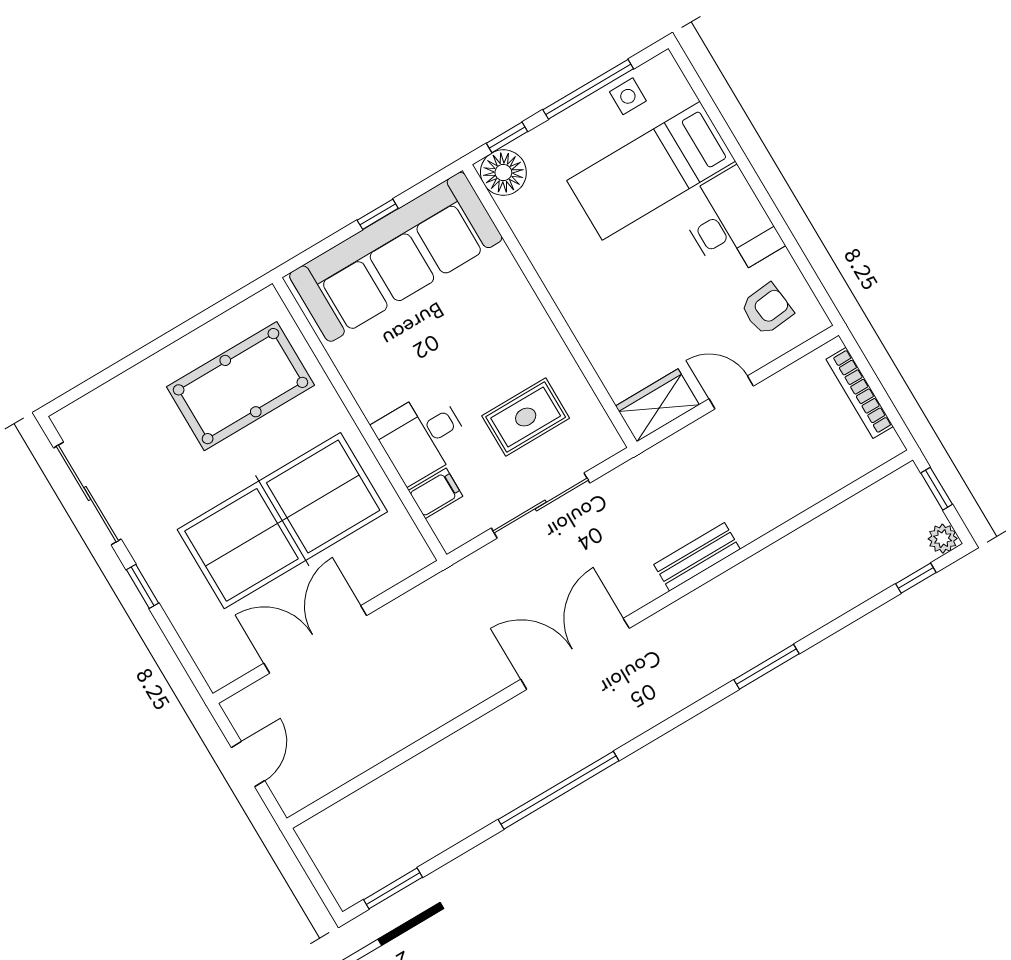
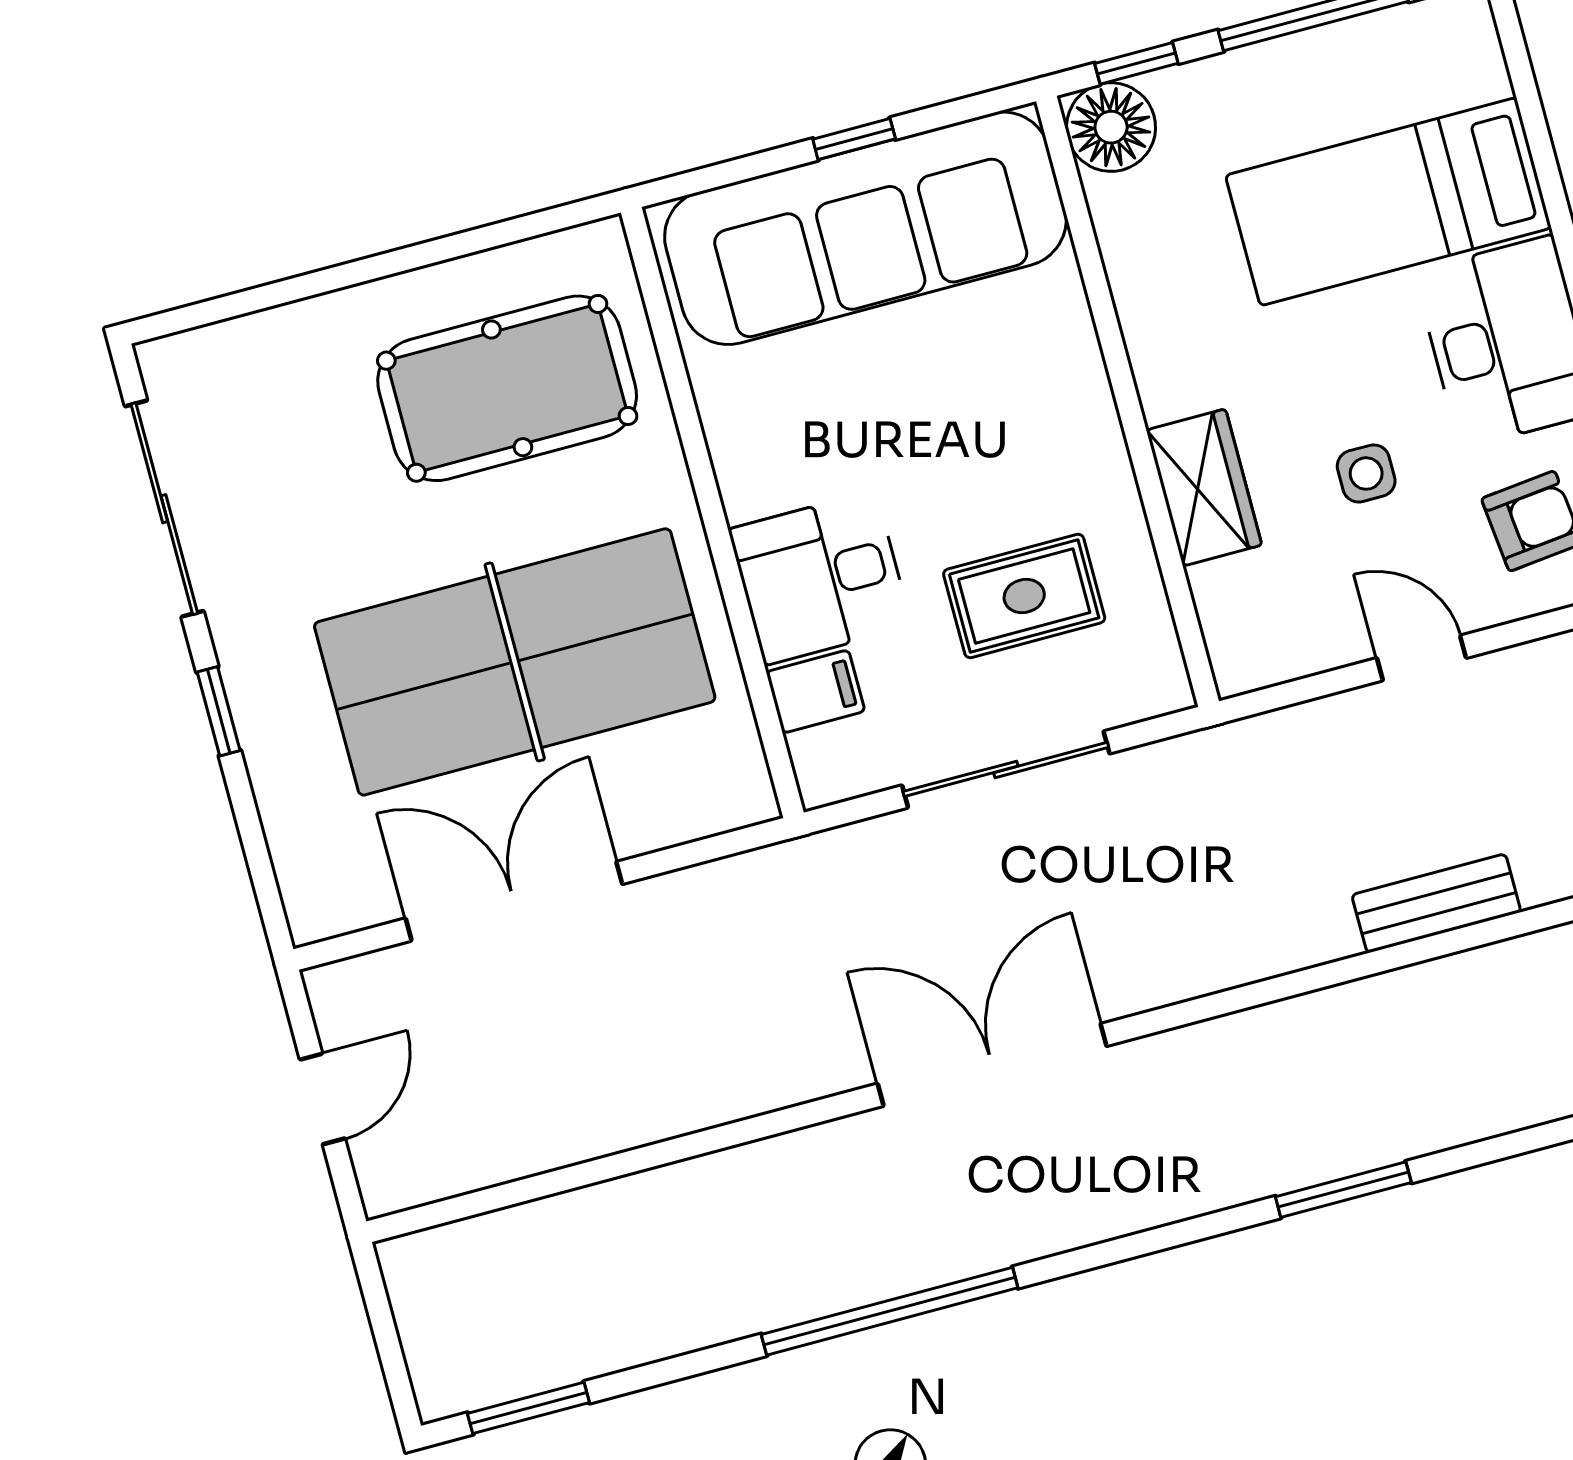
side table: (628, 96) -> (1366, 473), moved
wardrobe: (657, 405) -> (1204, 488), moved, turned 90
bench: (697, 557) -> (1436, 903), moved

